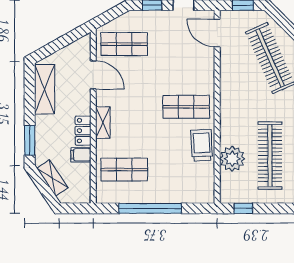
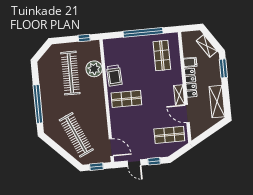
shelving: (103, 123) -> (179, 95), moved
locker: (83, 131) -> (191, 83), width x1.53
shop shelf: (124, 170) -> (162, 56), turned 90

